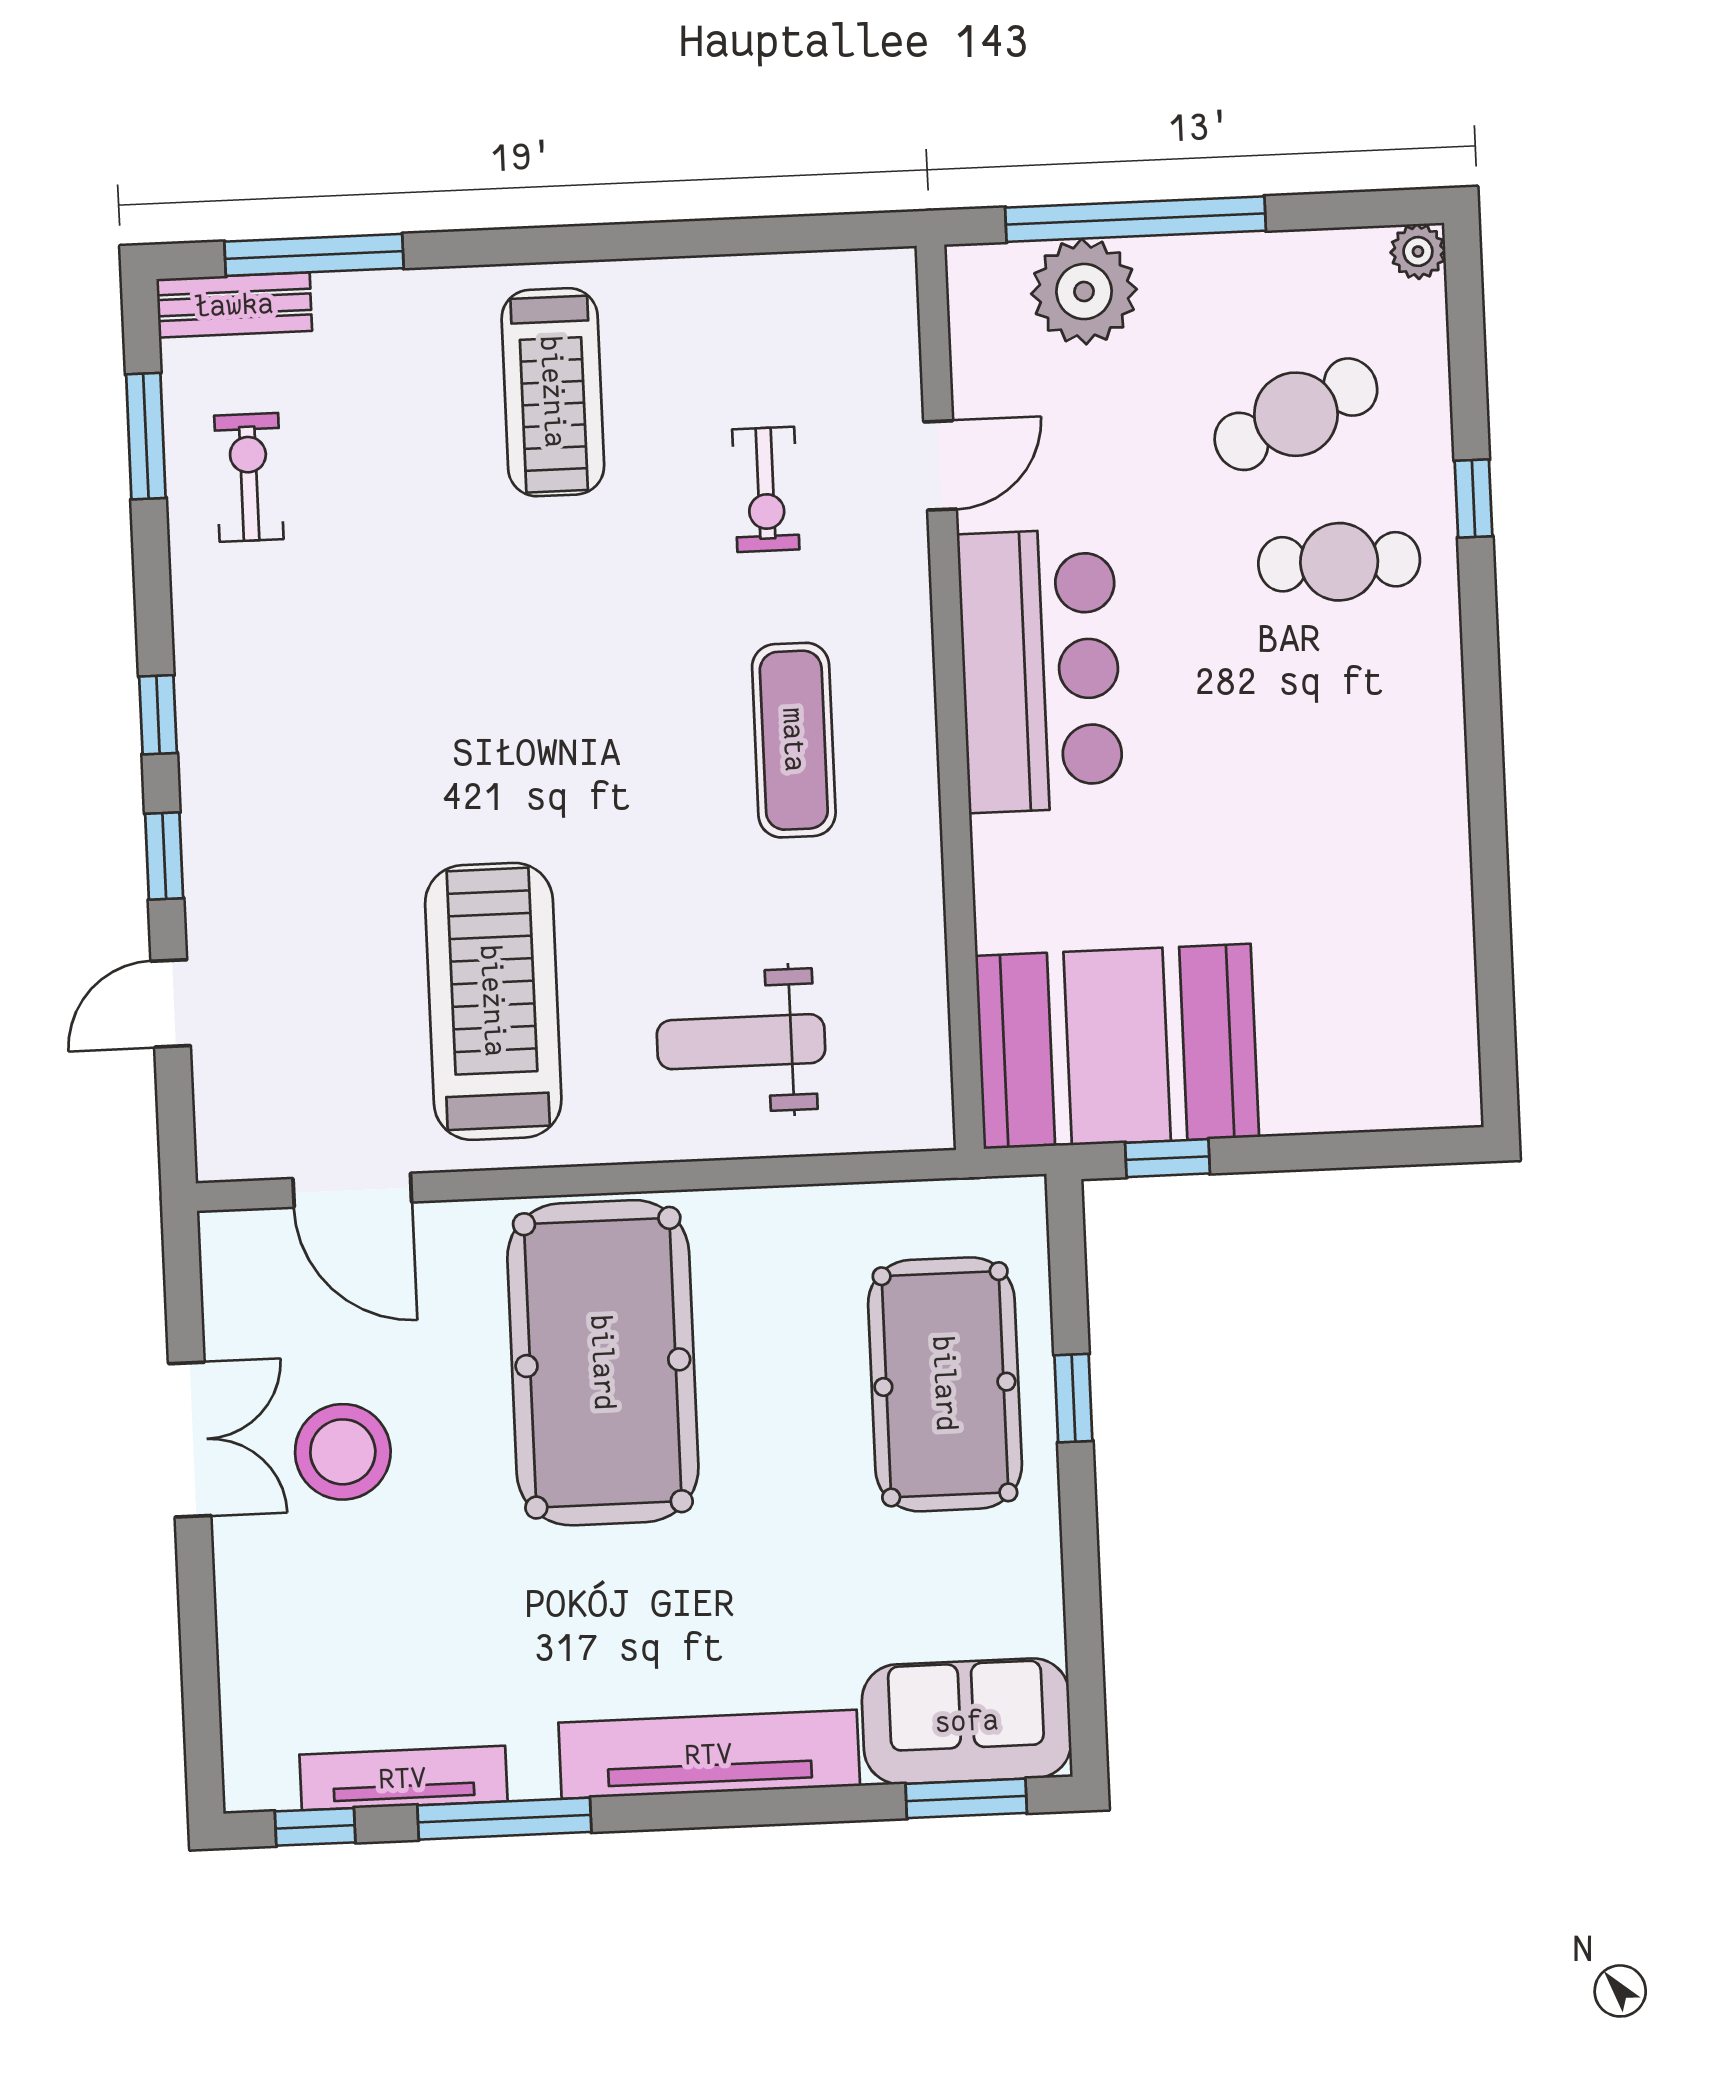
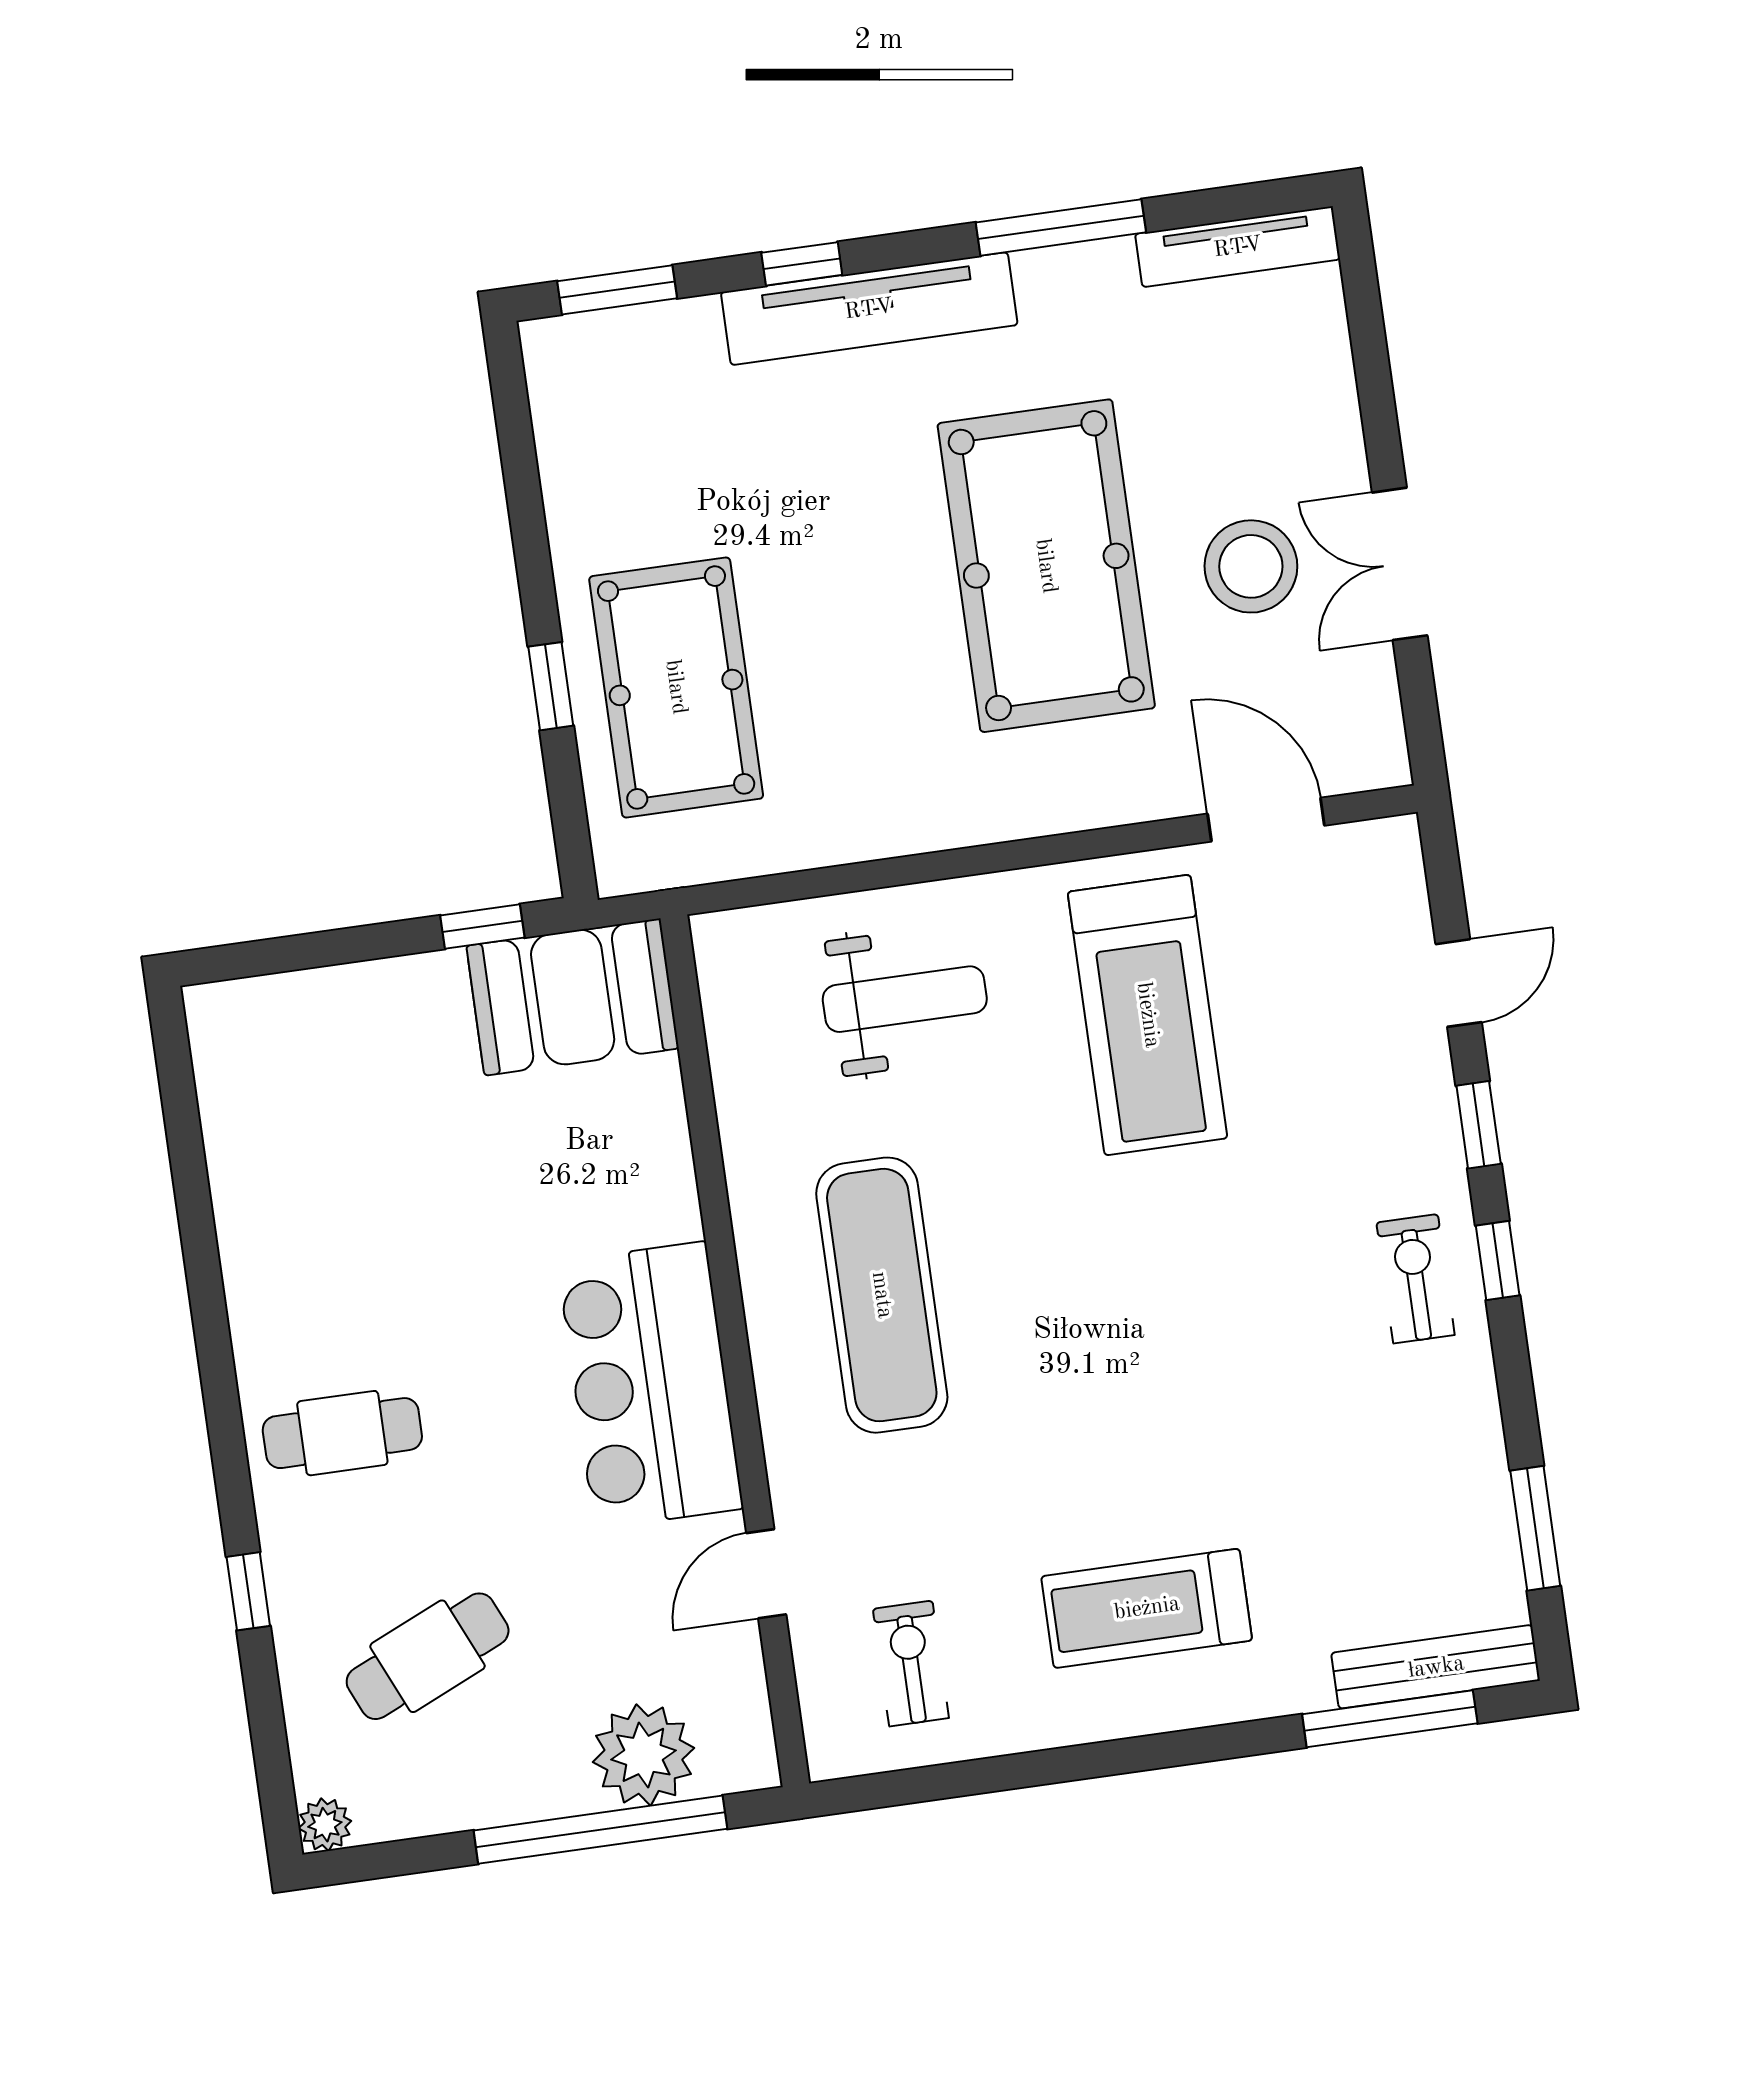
bench: (234, 305) -> (1436, 1667), width x1.36
treadmill: (553, 392) -> (1147, 1608), turned -90
exercise bike: (249, 477) -> (1416, 1279), moved, turned 180
exercise bike: (766, 489) -> (911, 1663), moved
cafe table: (1339, 562) -> (342, 1433), moved
exercise mat: (794, 740) -> (882, 1295), width x1.36, depth x1.45
booth: (1117, 1046) -> (573, 997), width x0.73, depth x0.70
pool table: (603, 1363) -> (1046, 566), moved
sofa: (967, 1721) -> (624, 364), removed
tv unit: (403, 1778) -> (1238, 247), moved
window: (315, 1827) -> (802, 264), moved

